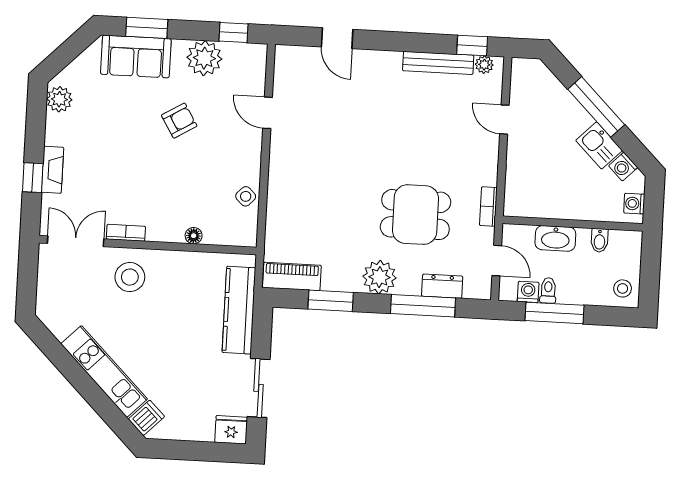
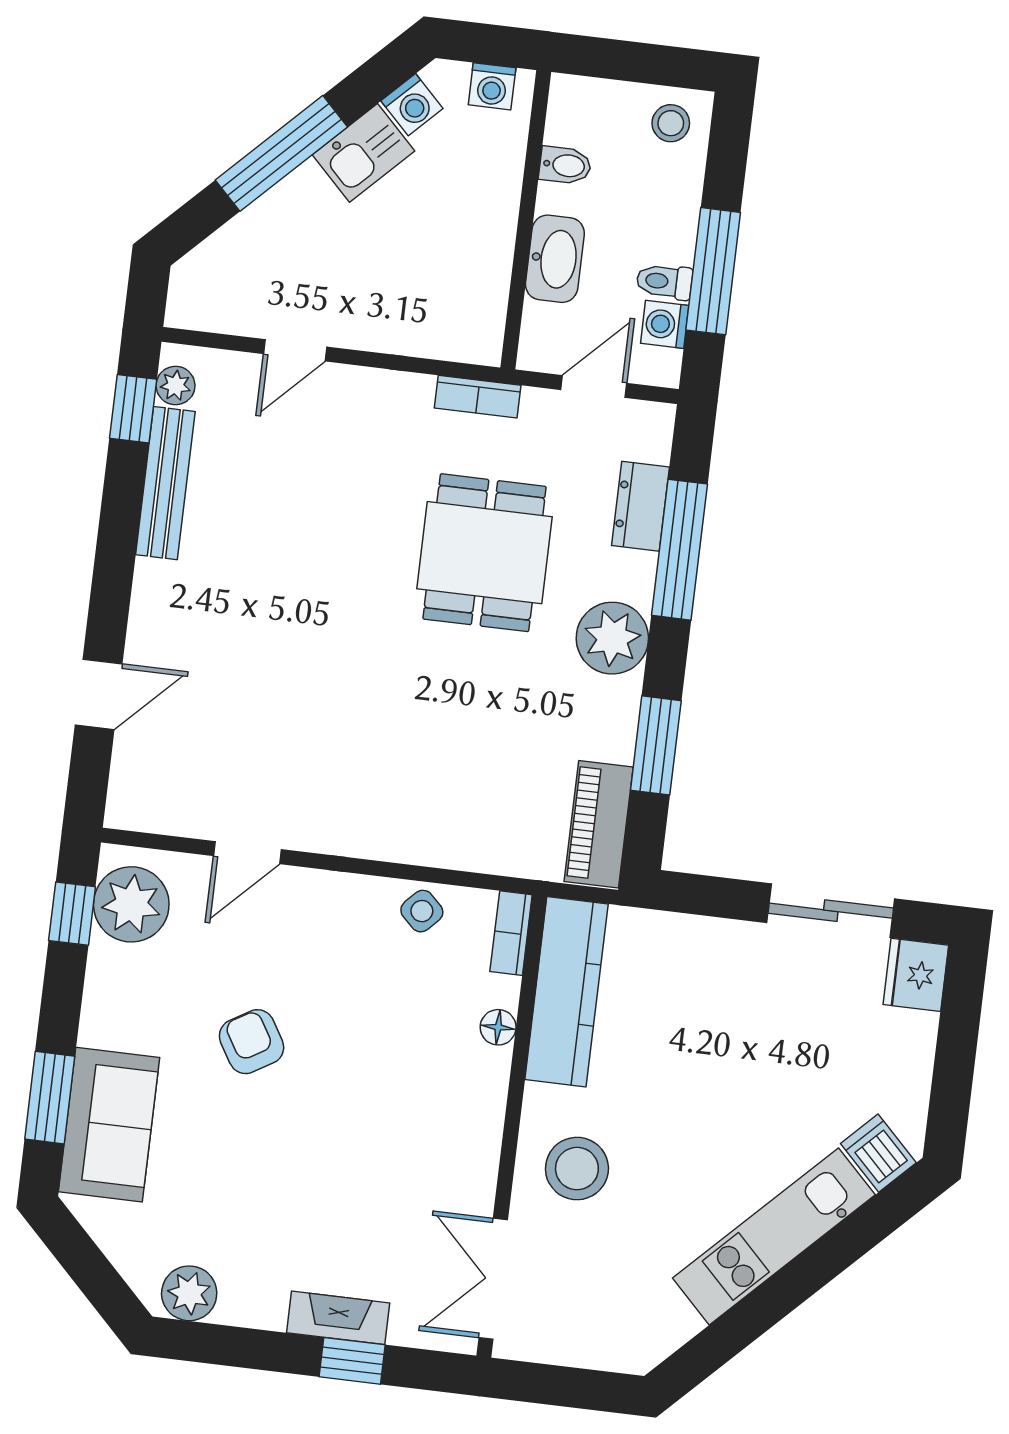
plant: (204, 58) -> (131, 904), moved
bookcase: (126, 233) -> (511, 933), moved
kitchen counter: (239, 310) -> (566, 992), moved, turned -90

